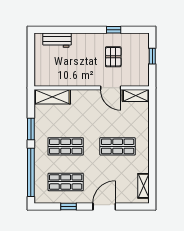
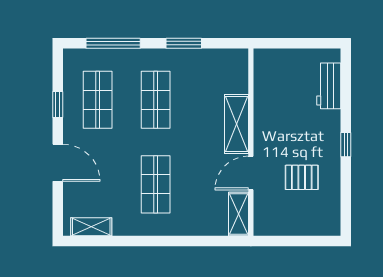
window: (114, 30) -> (346, 145), moved
window: (152, 56) -> (303, 241), removed
shelving: (52, 97) -> (237, 124), moved
window: (31, 172) -> (113, 43), width x0.68

